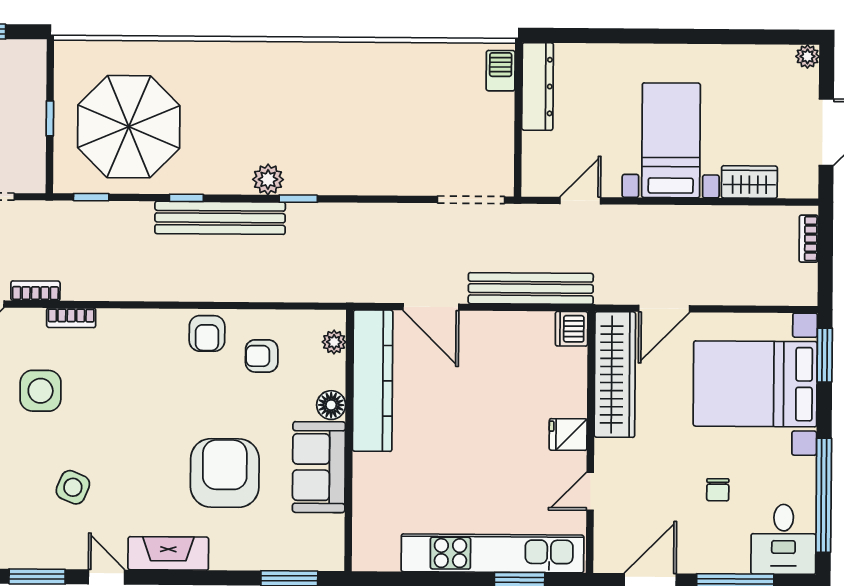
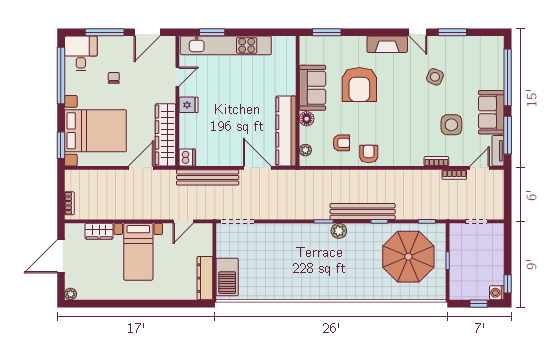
barbecue: (501, 71) -> (227, 277), width x1.88, depth x1.53

